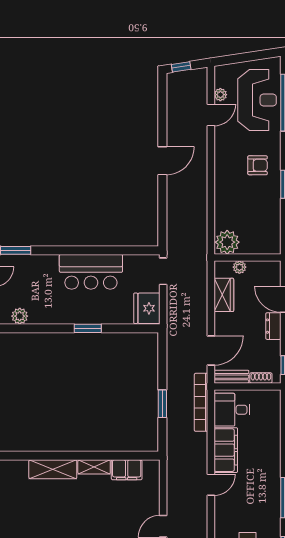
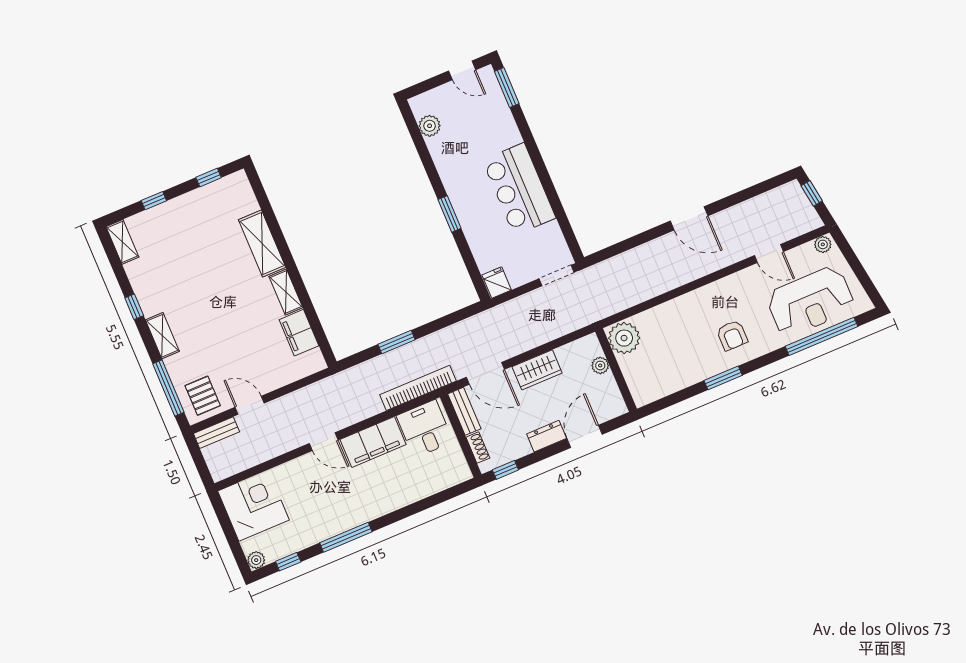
plant: (220, 95) -> (823, 244), moved
wardrobe: (224, 295) -> (537, 370), moved
fridge: (147, 308) -> (497, 283), width x0.53, depth x0.75

